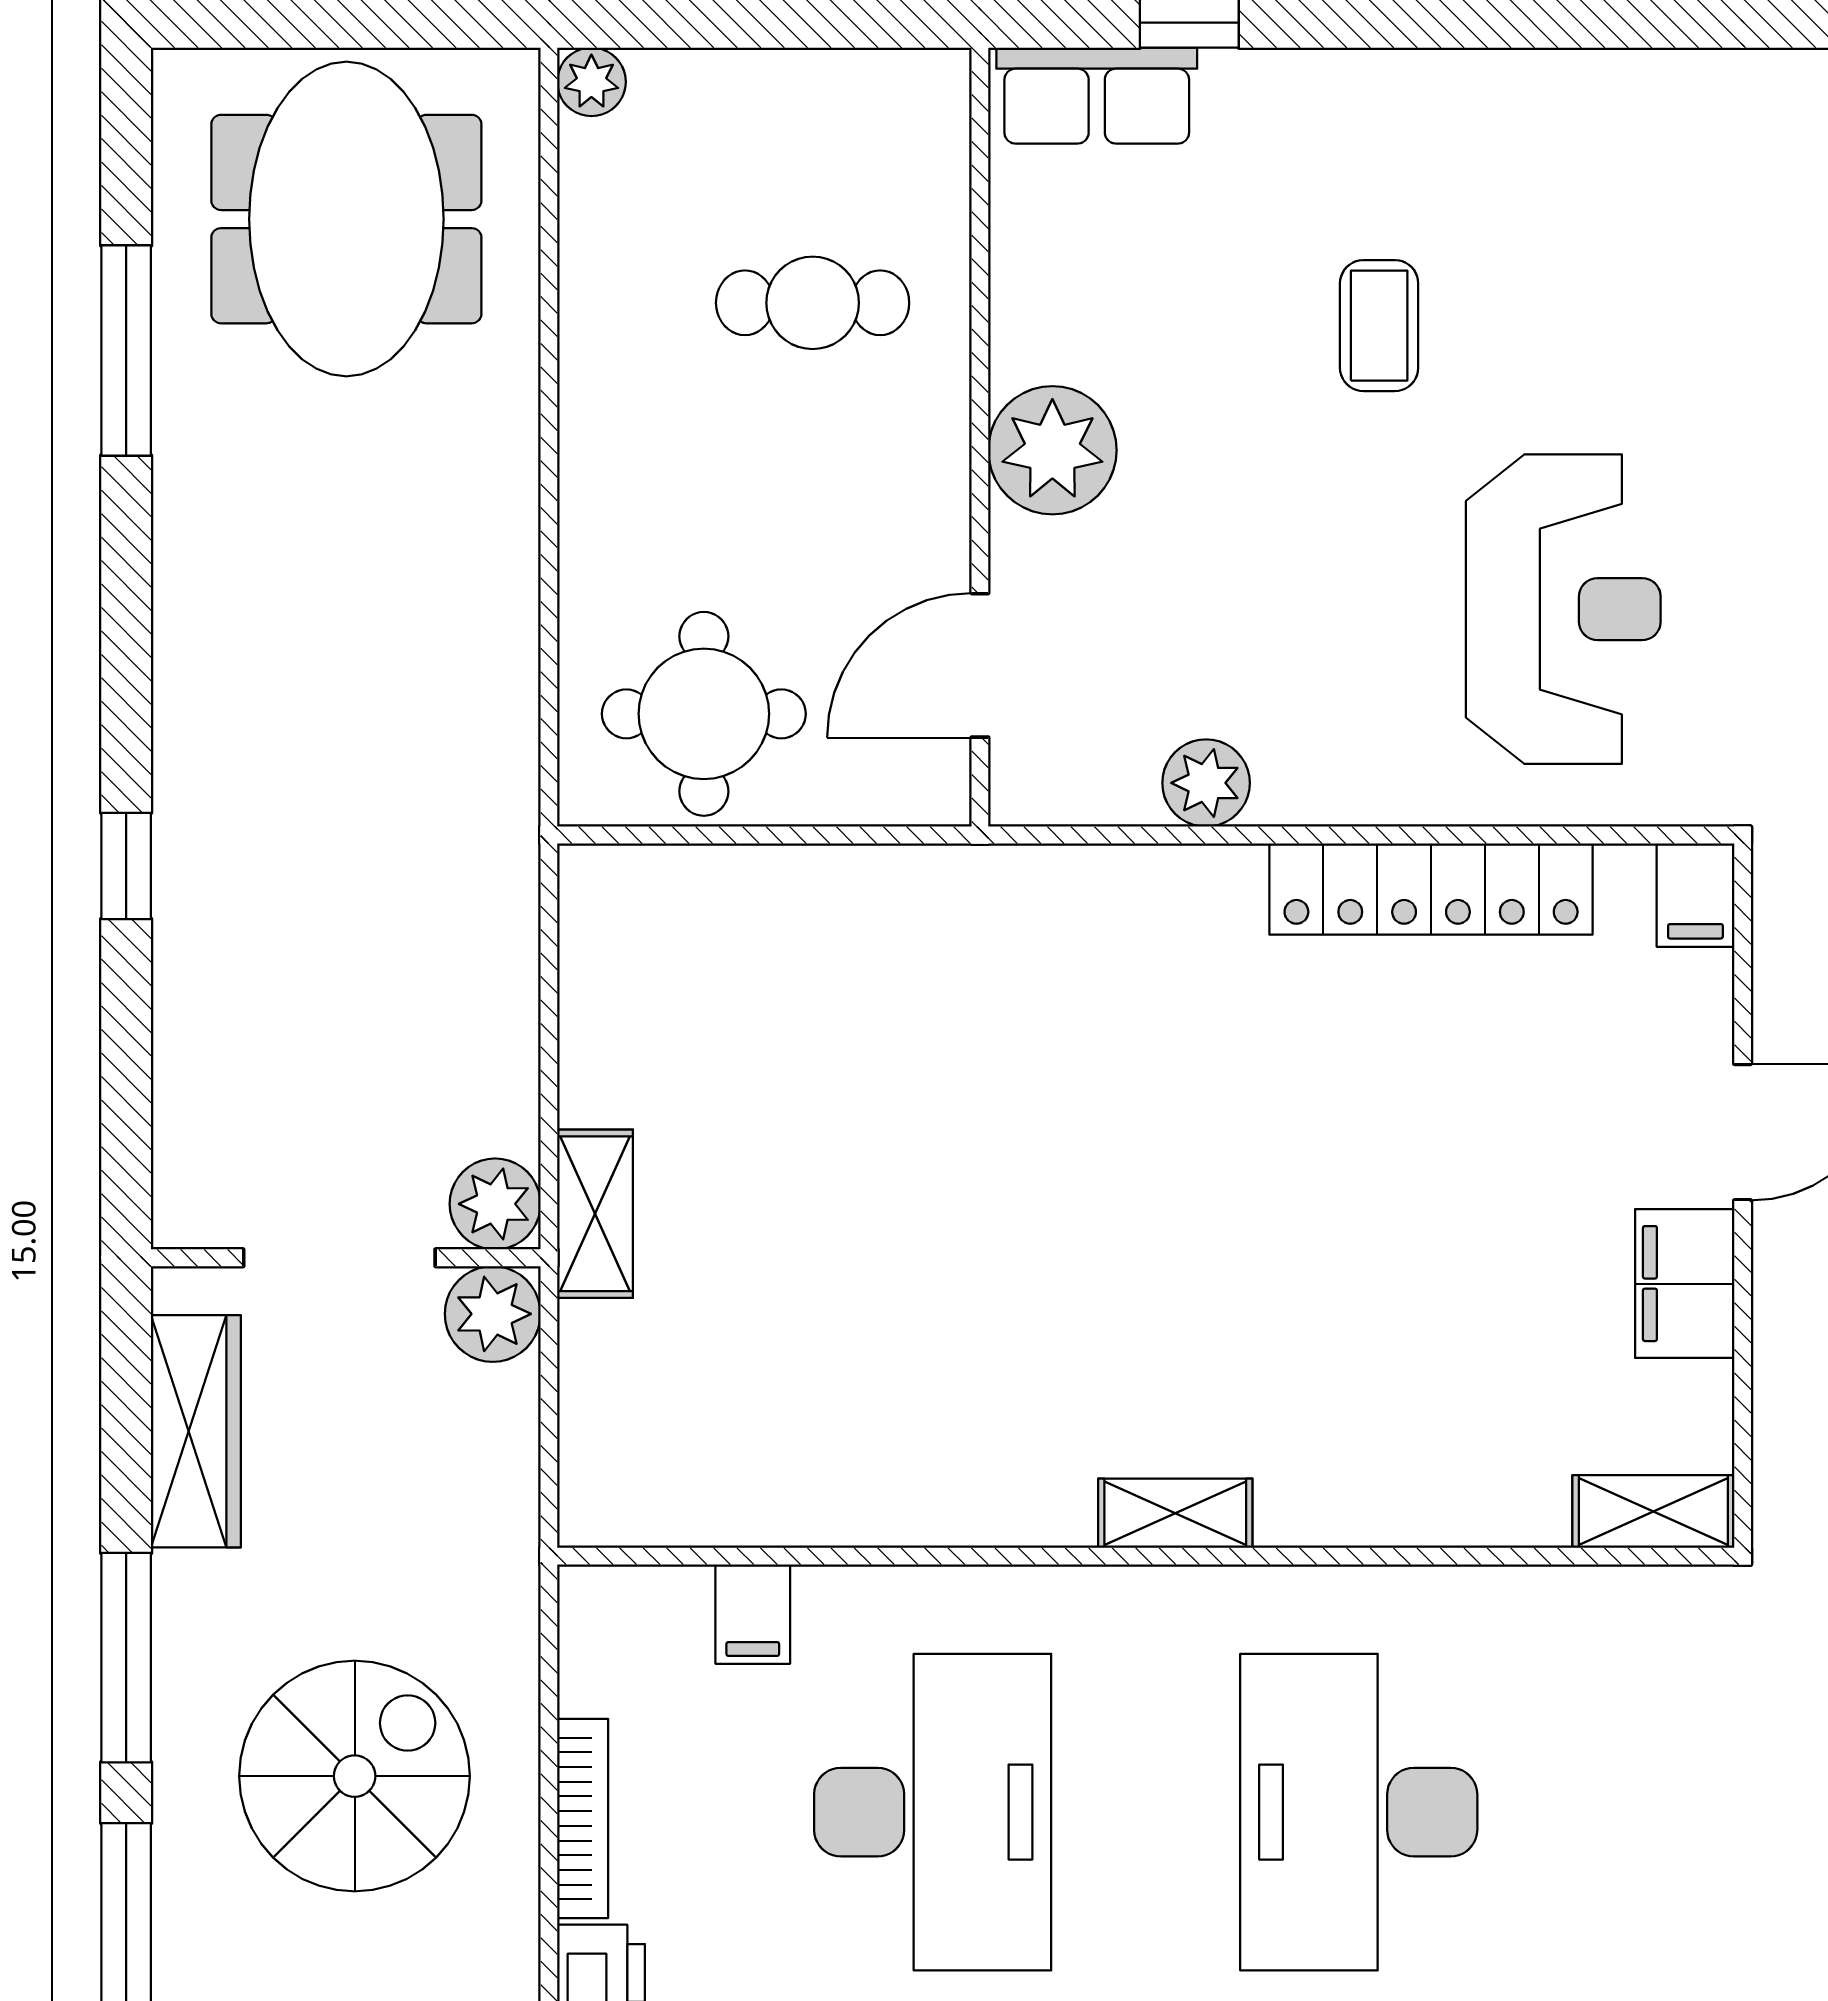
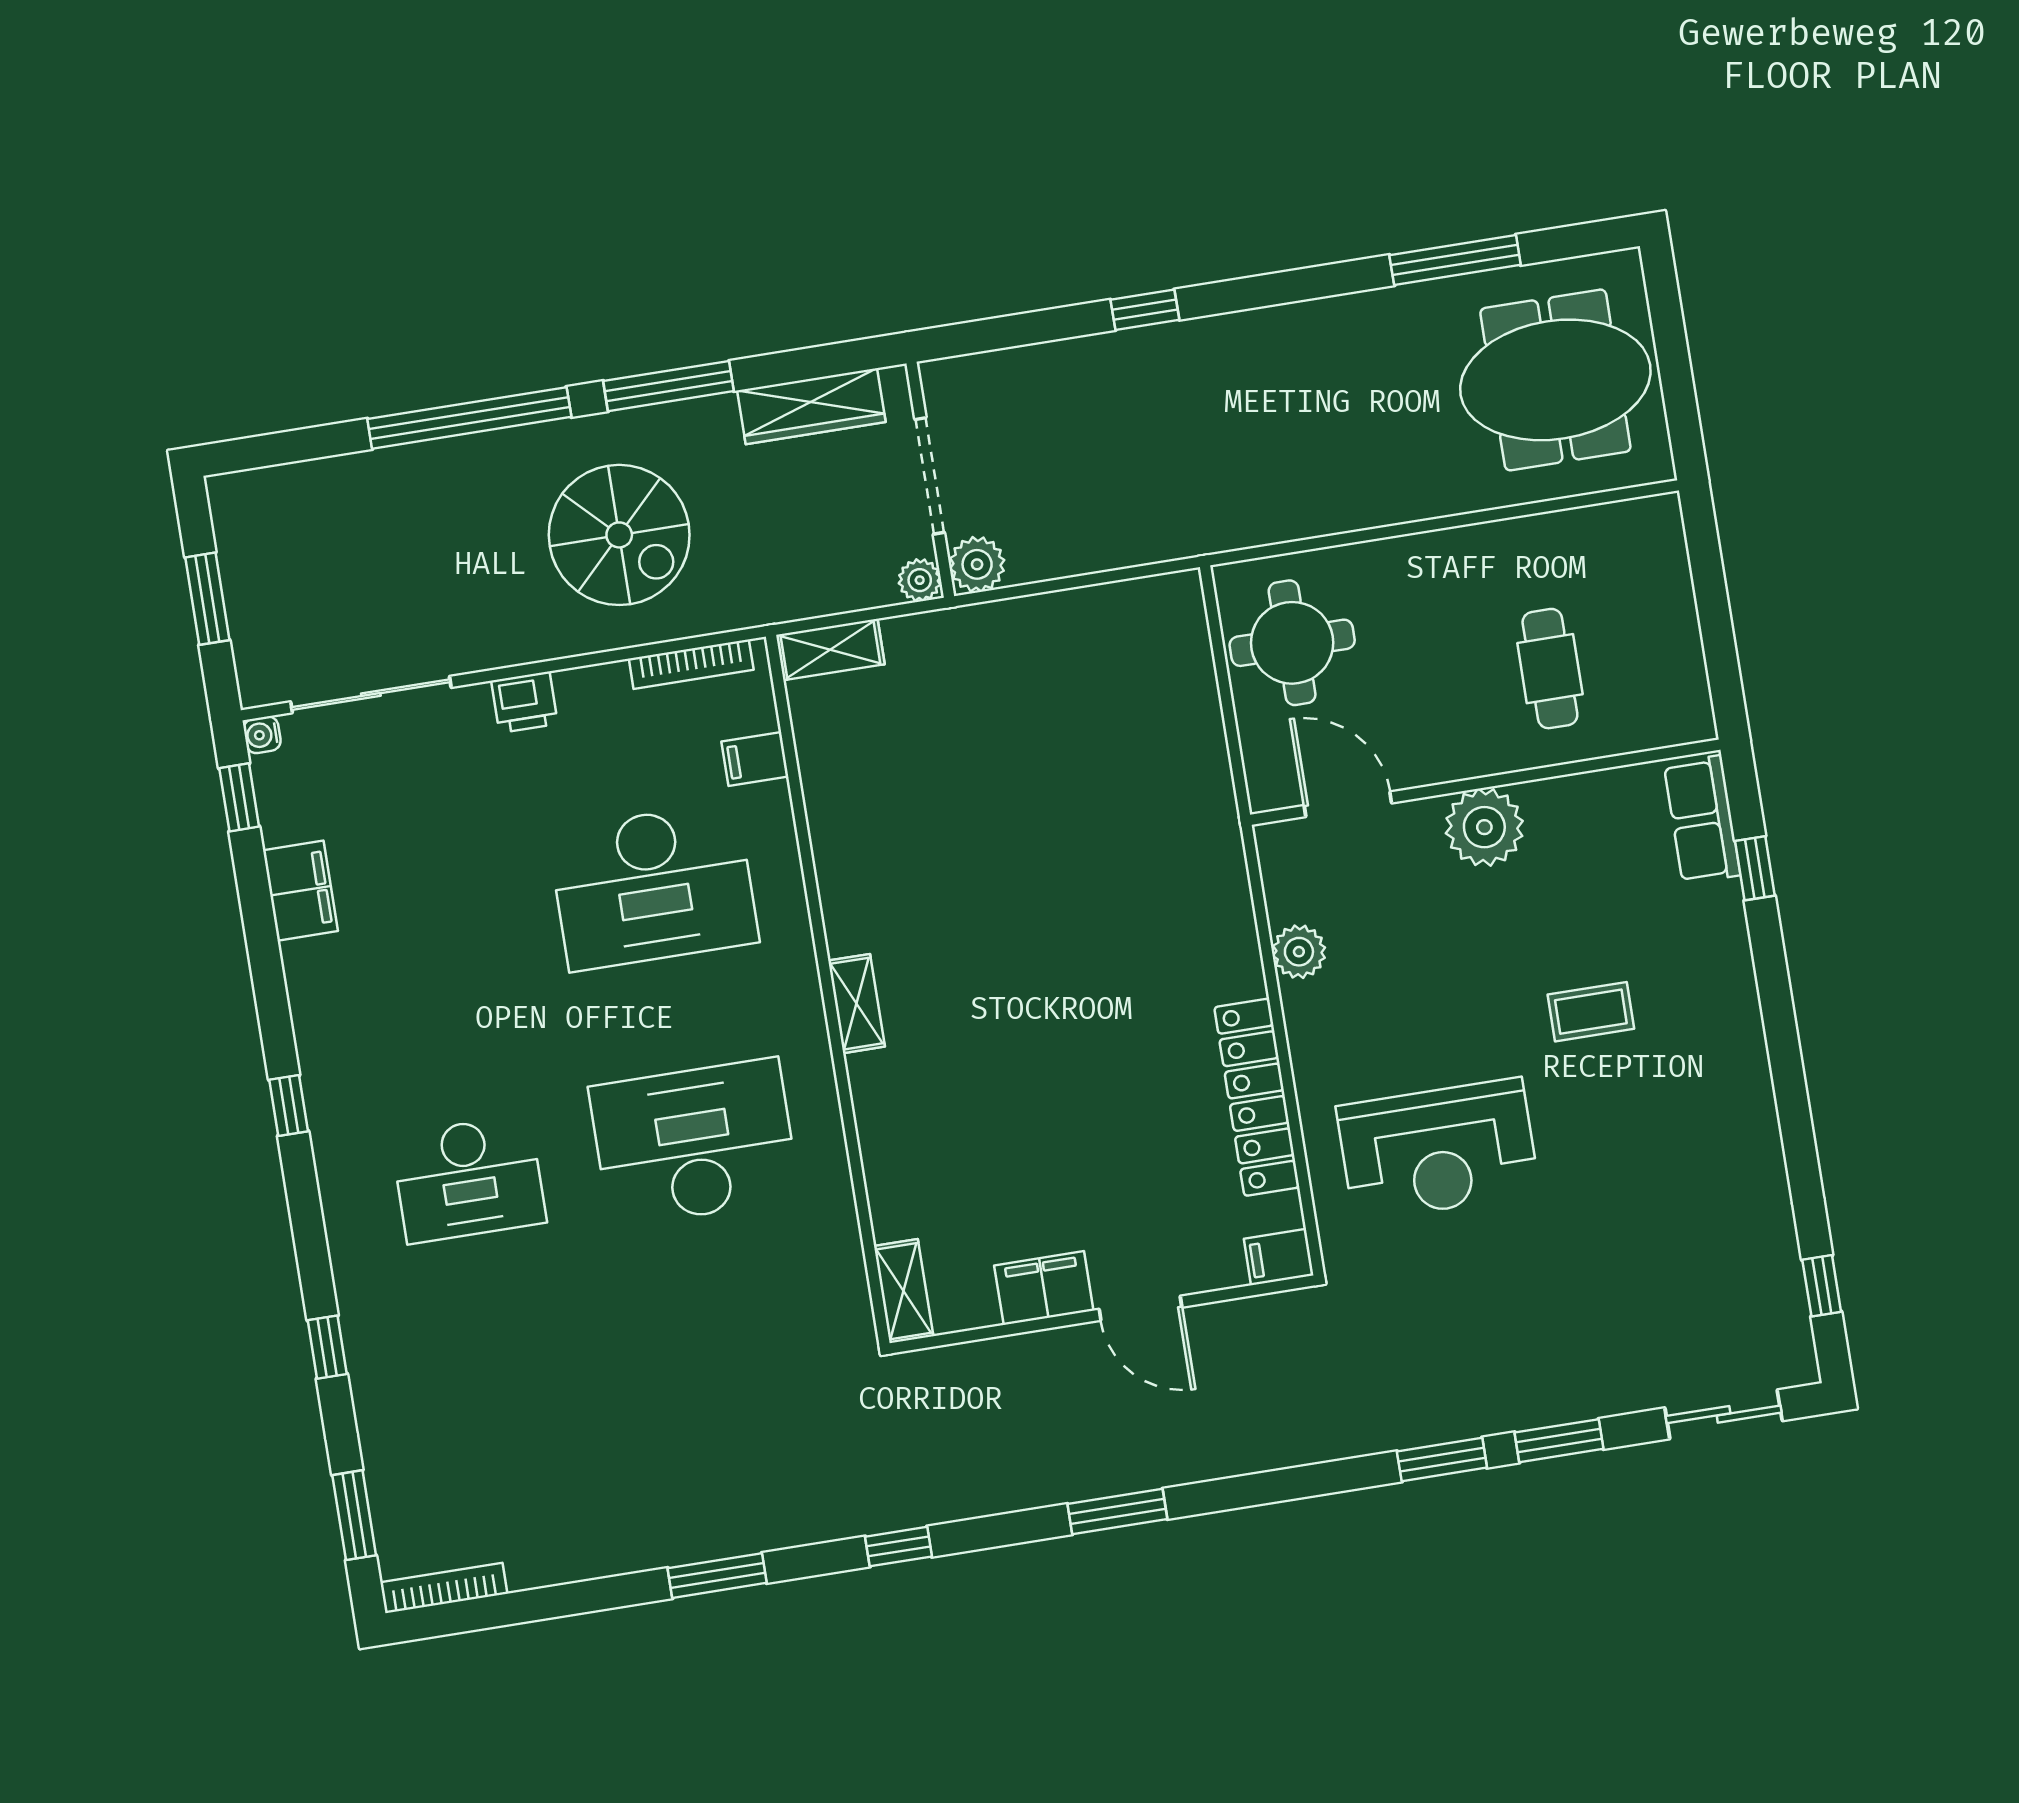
plant: (591, 82) -> (1662, 514), removed
shelving: (595, 1214) -> (830, 650), moved
plant: (493, 1314) -> (920, 580), width x0.73, depth x0.73
bookcase: (583, 1819) -> (691, 664), moved

